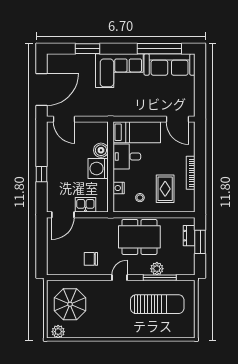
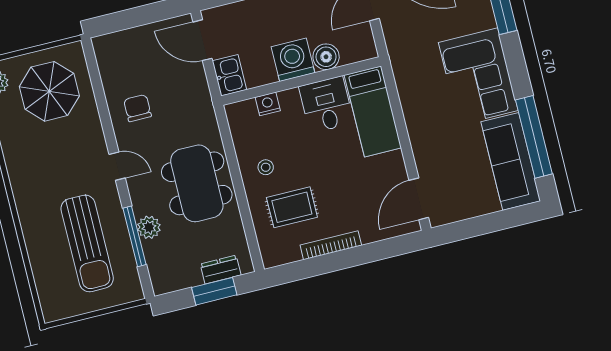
bed: (137, 132) -> (373, 111), moved
boiler: (101, 150) -> (326, 57), moved
desk: (127, 156) -> (326, 105), moved
wall: (111, 167) -> (301, 81), moved
washing machine: (98, 168) -> (293, 60), moved
nightstand: (119, 188) -> (268, 104), moved

